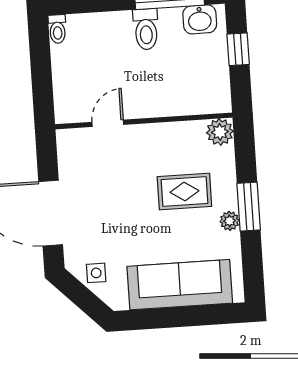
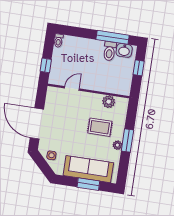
toilet: (146, 29) -> (110, 51), moved
window: (42, 87) -> (46, 65), added
plant: (220, 132) -> (109, 102), moved
window: (187, 316) -> (88, 184), added

